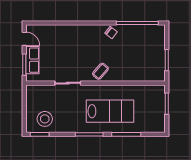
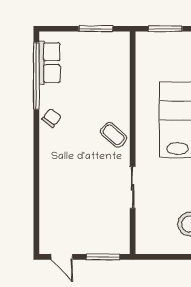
door: (24, 39) -> (62, 257), swing flipped
row of seats: (32, 60) -> (49, 63), moved, turned 90

